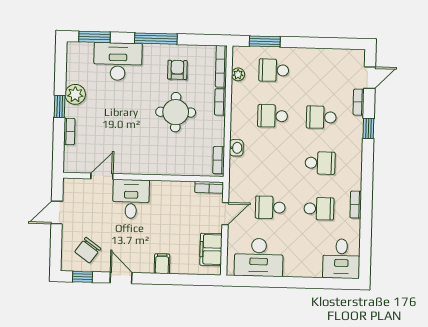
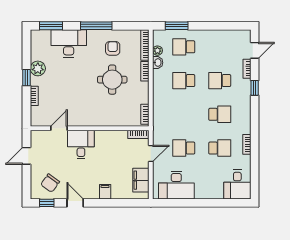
washbasin: (236, 148) -> (158, 63), moved

